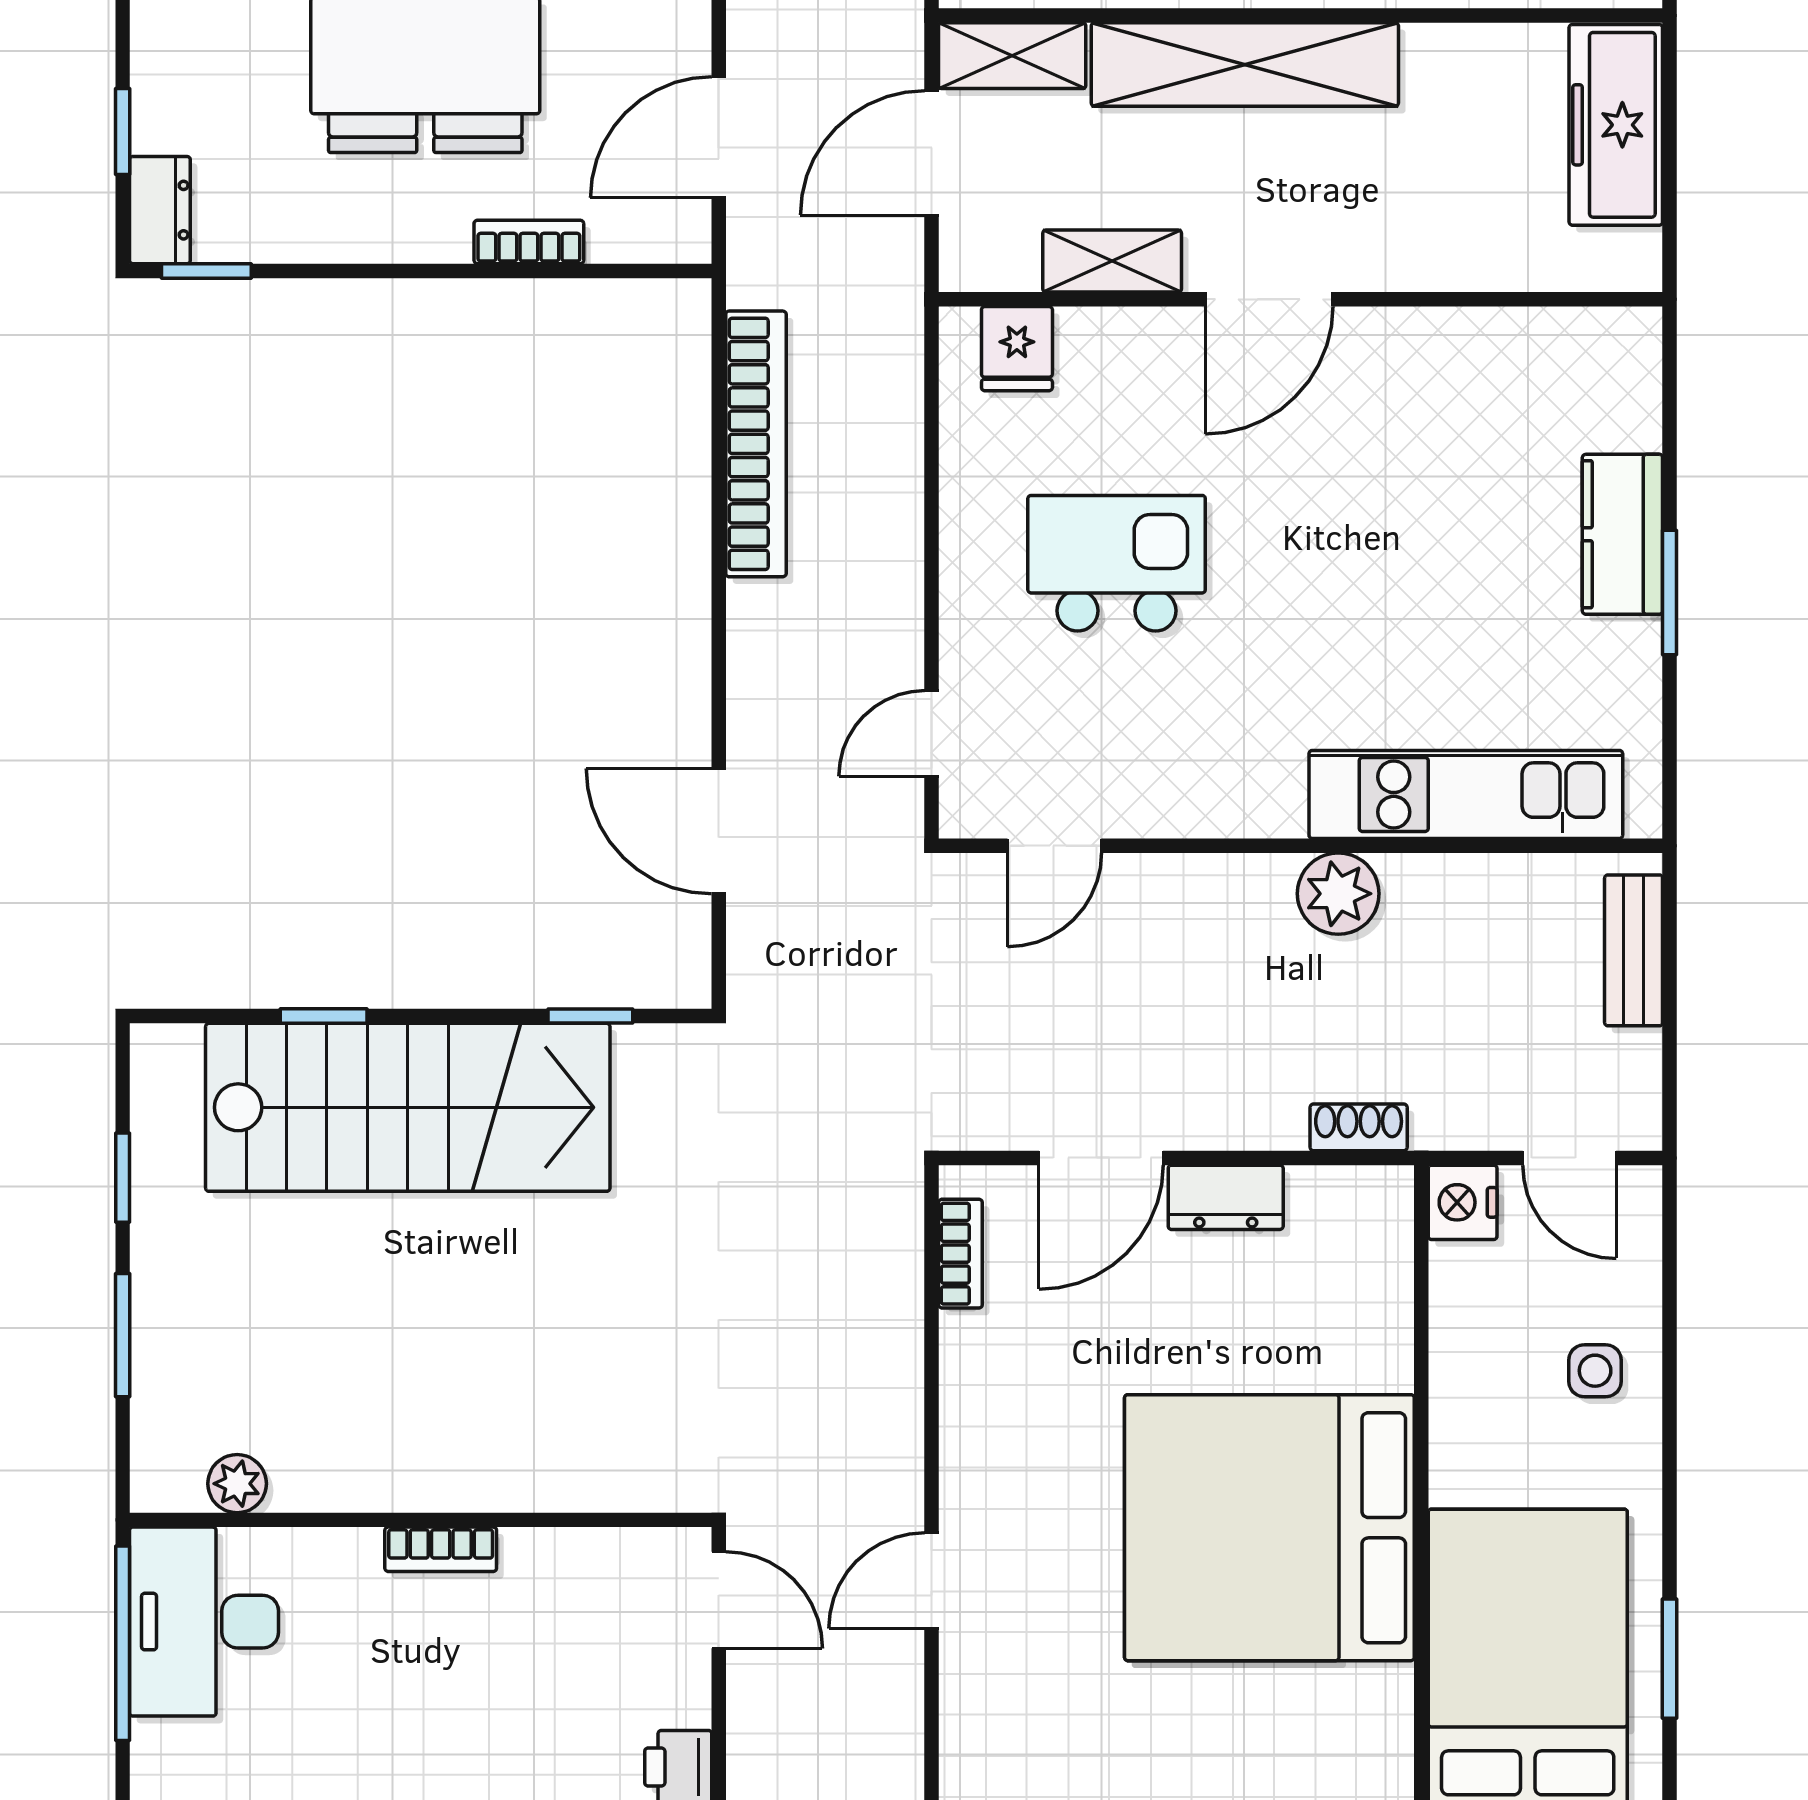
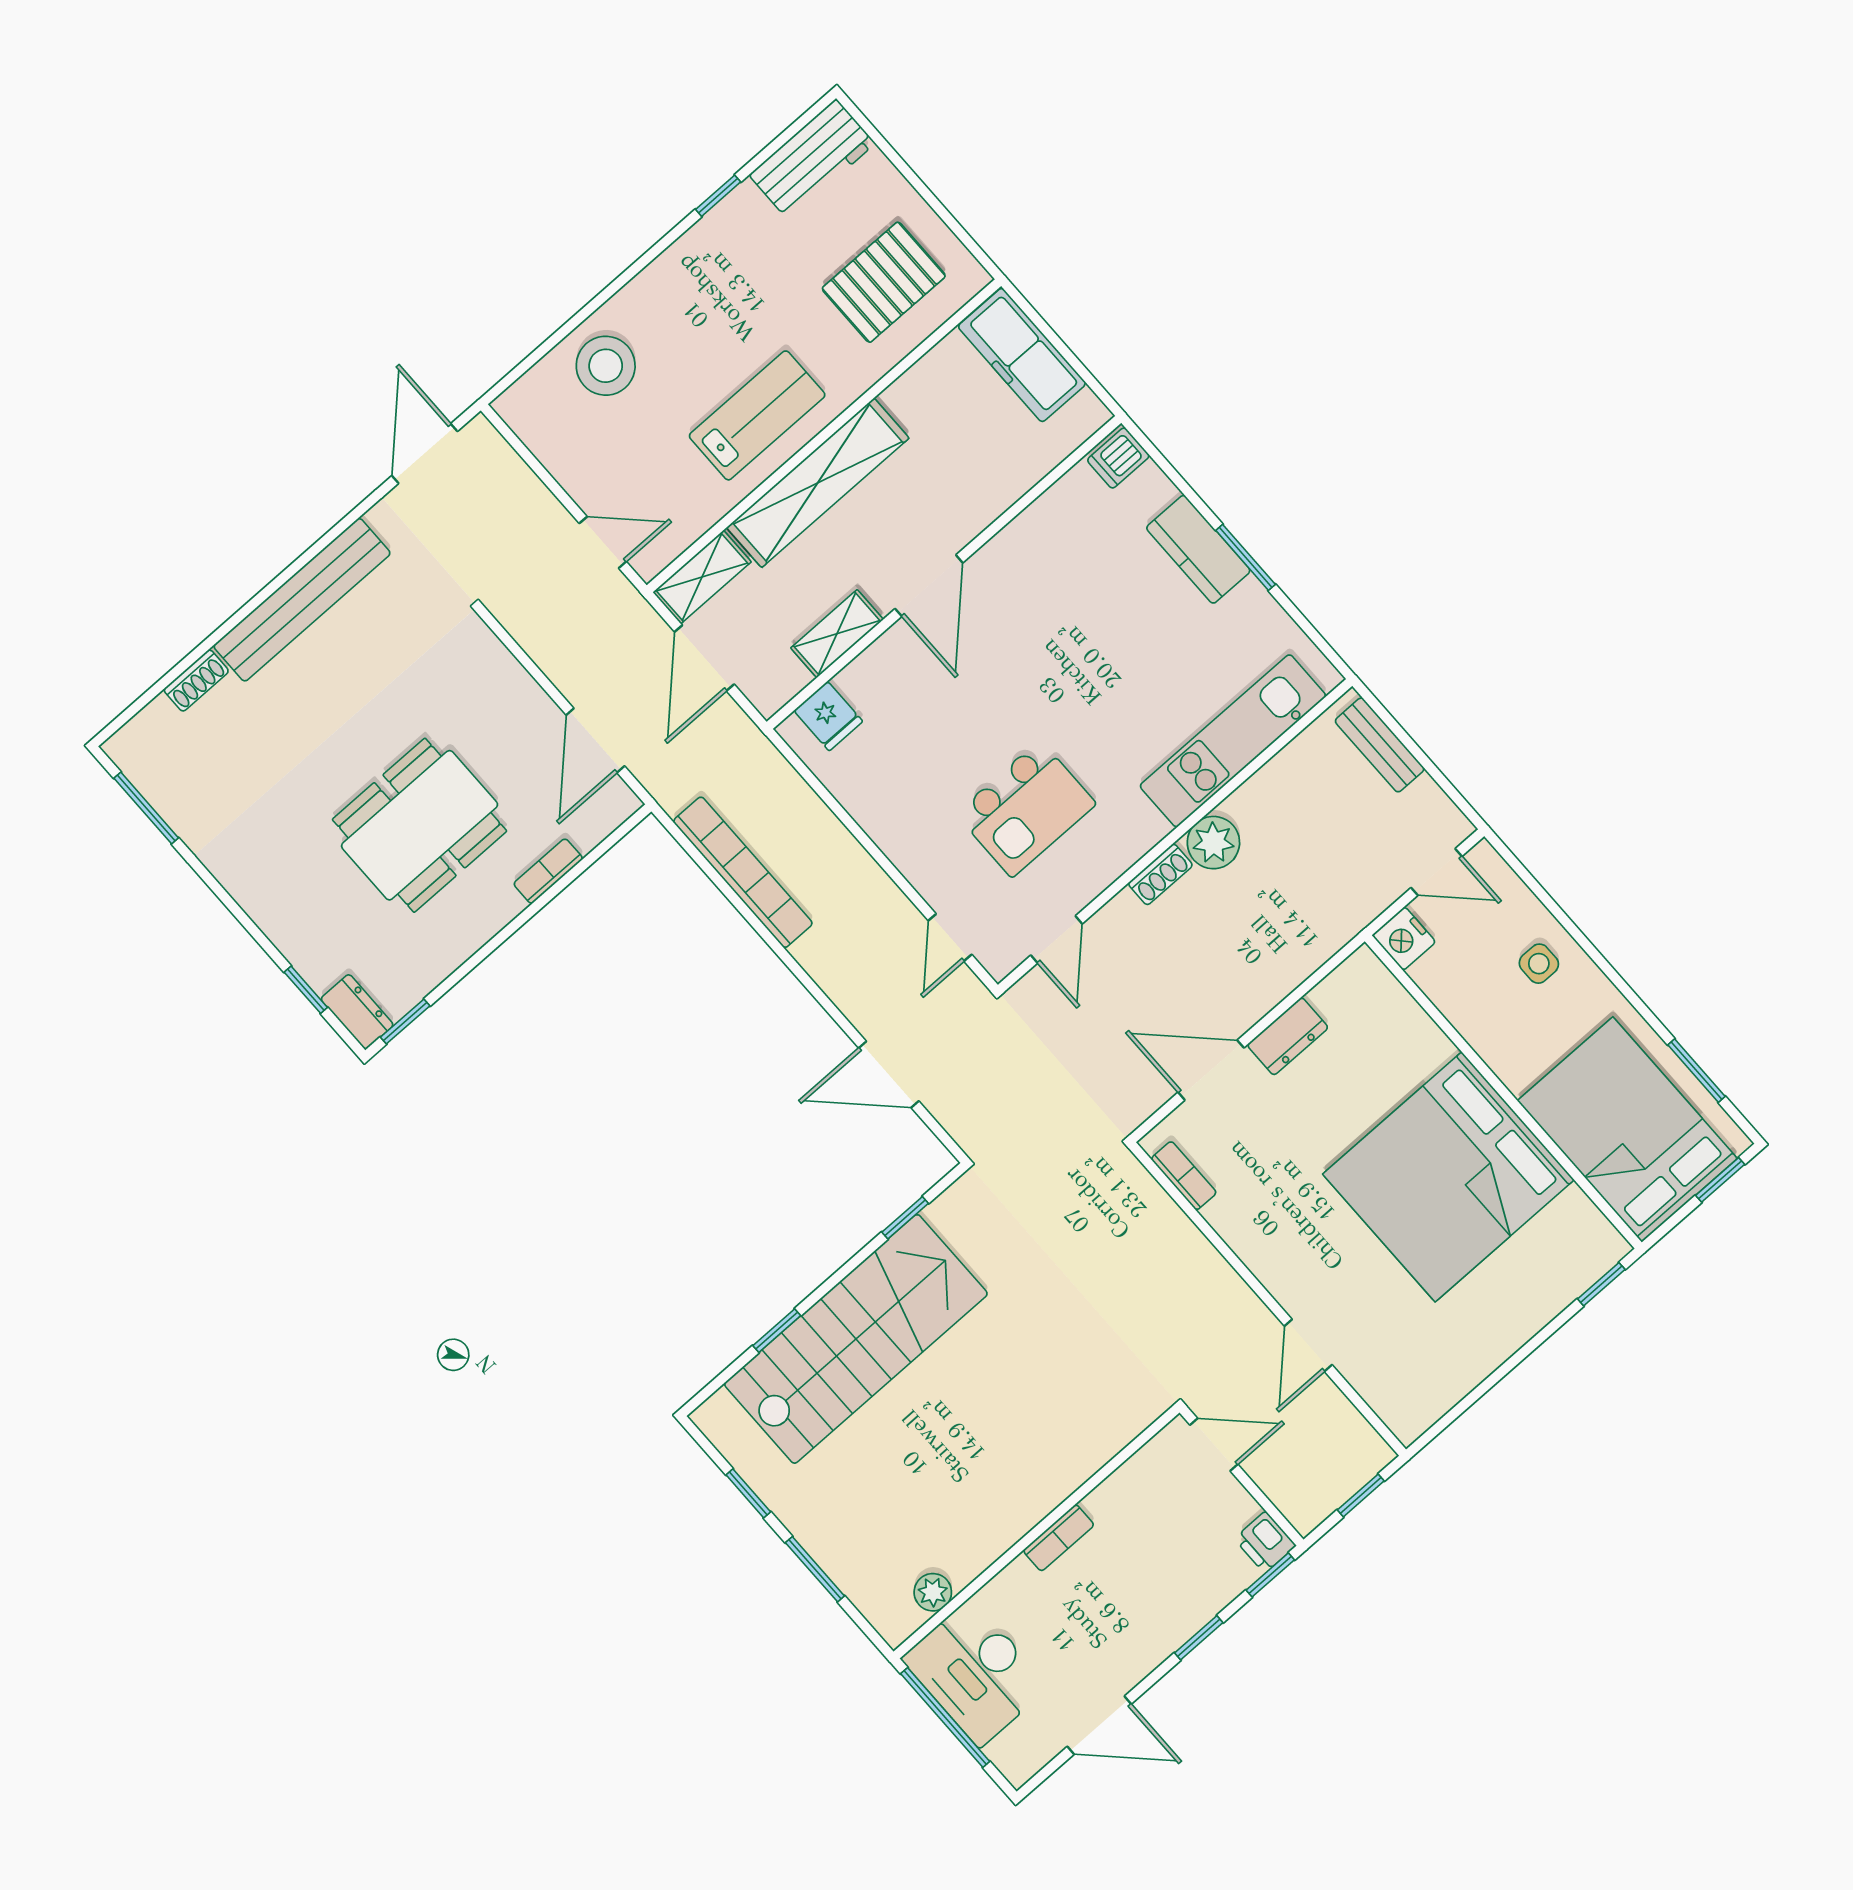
dishwasher: (1623, 345) -> (1118, 458), added
kitchen island: (1117, 563) -> (1026, 809), moved, turned 180
shoe rack: (1359, 1127) -> (1160, 874), moved, turned 180
door: (1101, 1158) -> (1211, 1070), swing flipped

